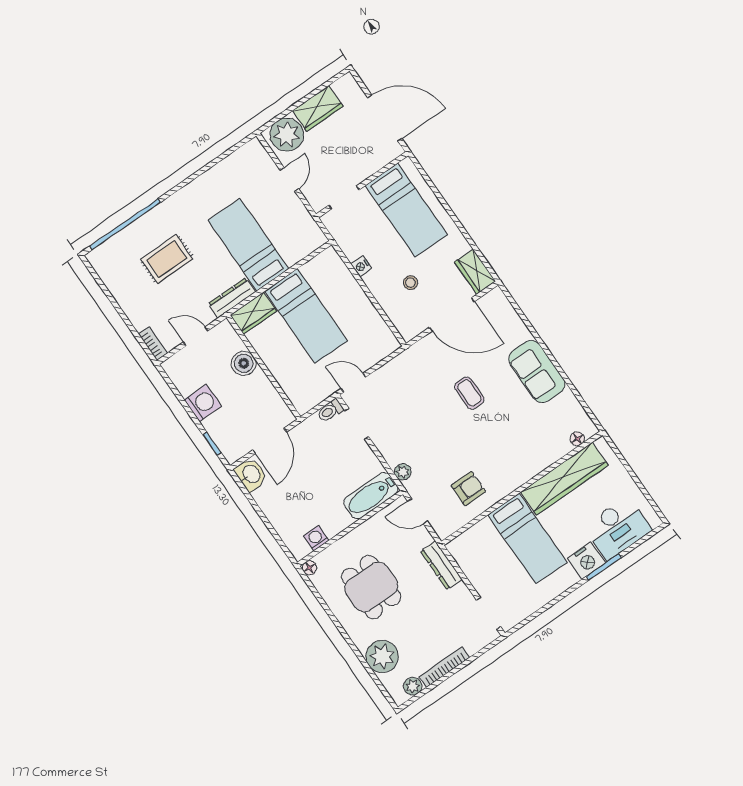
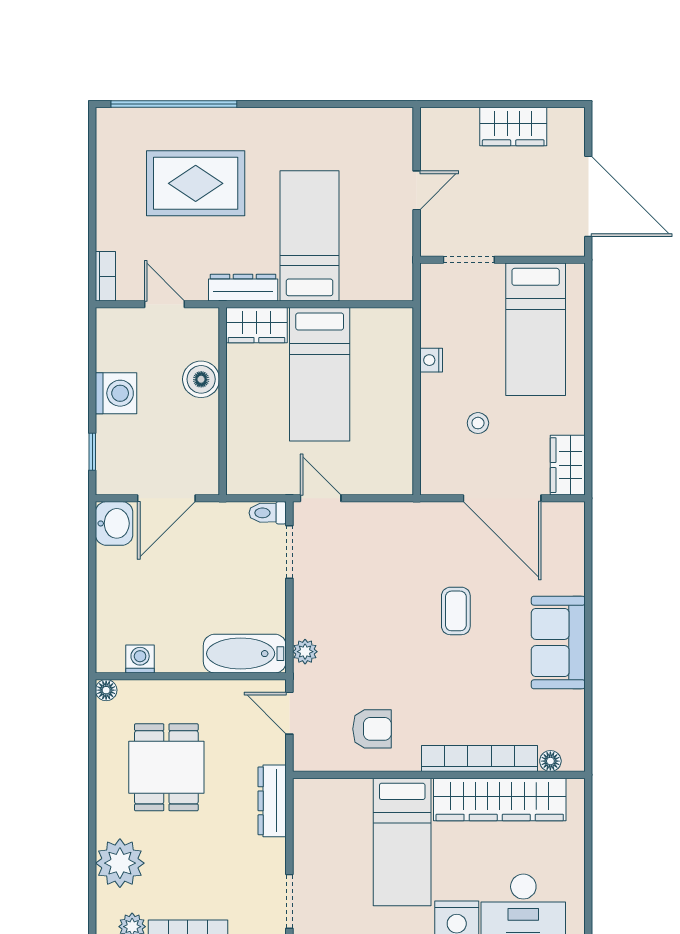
plant: (287, 135) -> (452, 132), removed
rug: (167, 259) -> (196, 183), width x1.36, depth x1.43
bookcase: (538, 464) -> (479, 759), added

